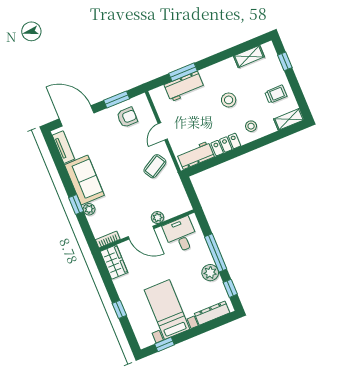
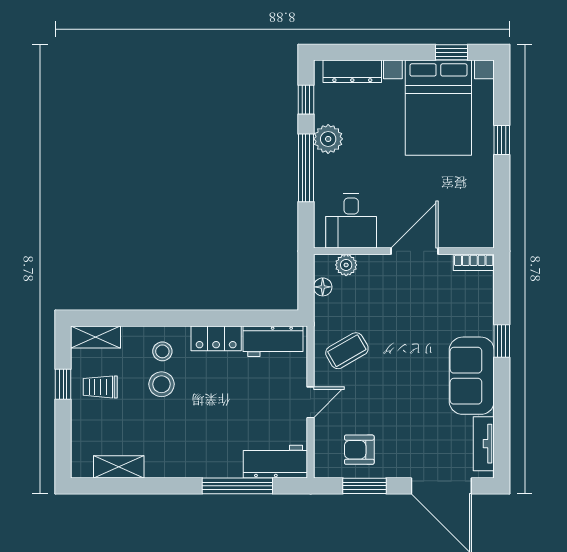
window: (285, 61) -> (63, 384), moved
window: (183, 72) -> (237, 486), width x1.44
workbench: (184, 86) -> (275, 462), moved
stool: (229, 100) -> (162, 384), moved
floor lamp: (181, 194) -> (323, 287), added
plant: (89, 209) -> (484, 325), removed
plant: (157, 217) -> (346, 265), moved
door: (141, 233) -> (415, 251), hinge flipped
wardrobe: (114, 262) -> (479, 221), removed
bed with nightstands: (167, 310) -> (438, 108), width x1.36

